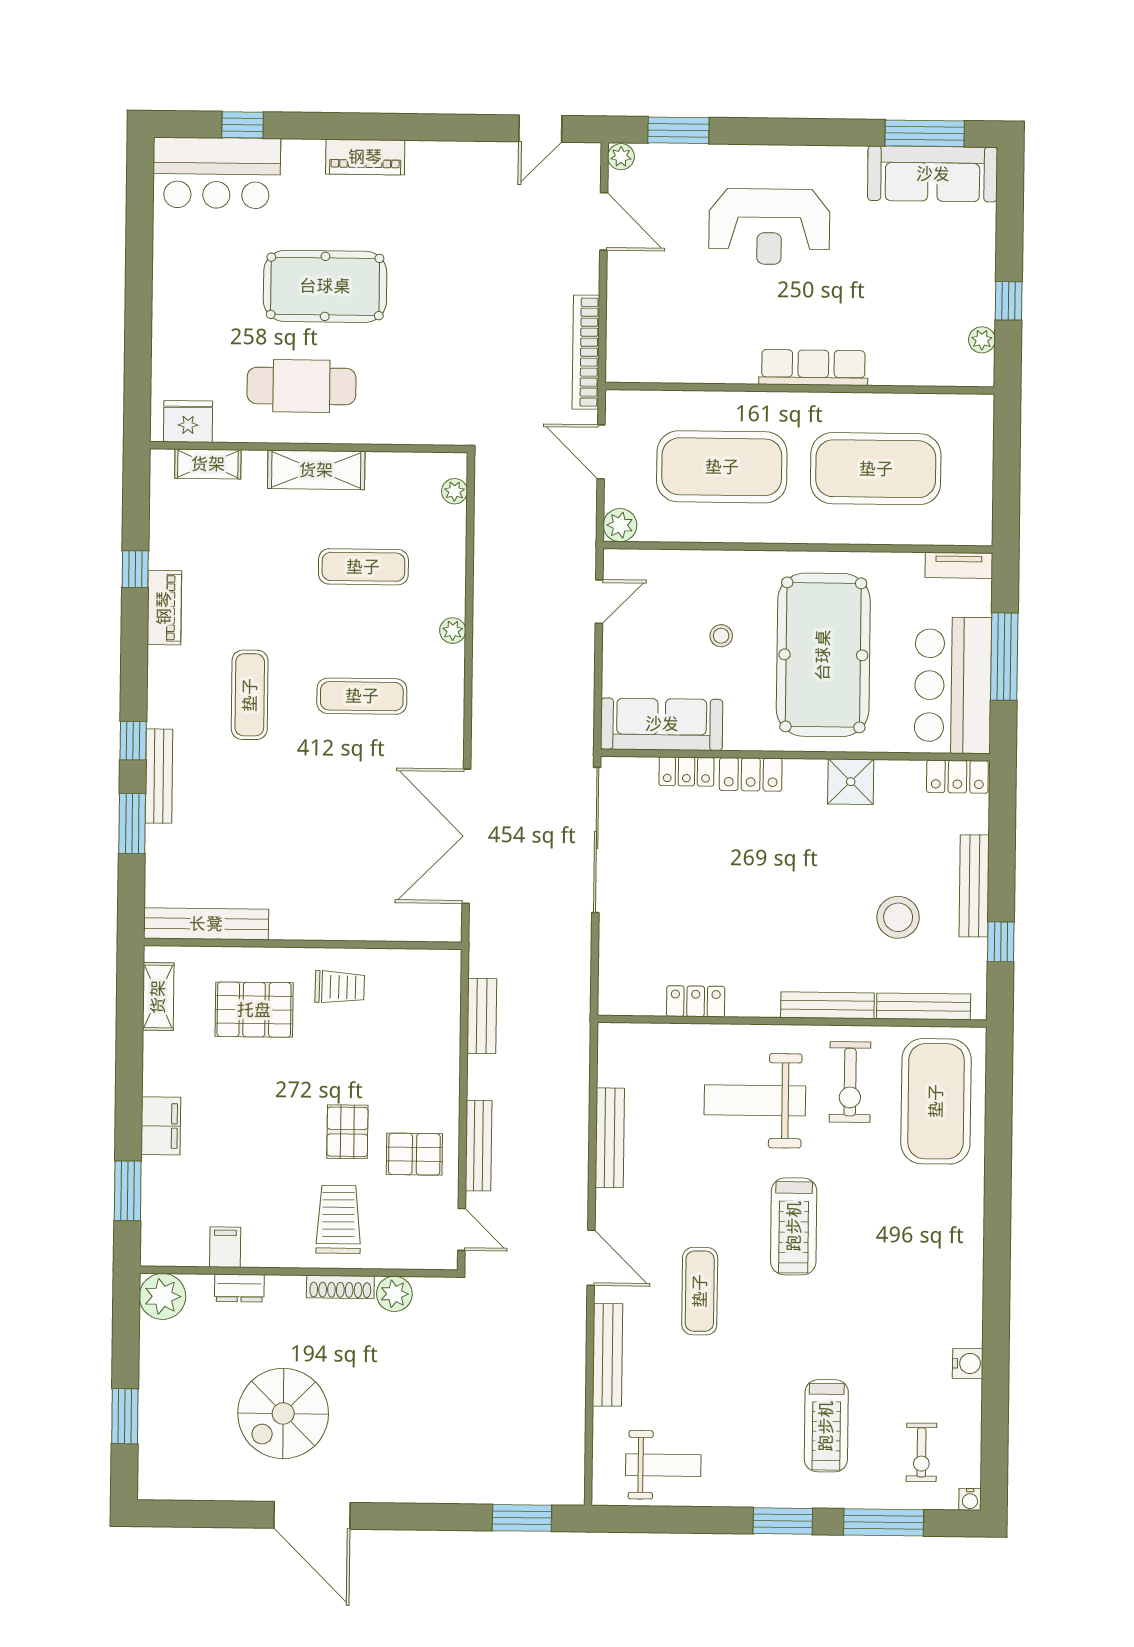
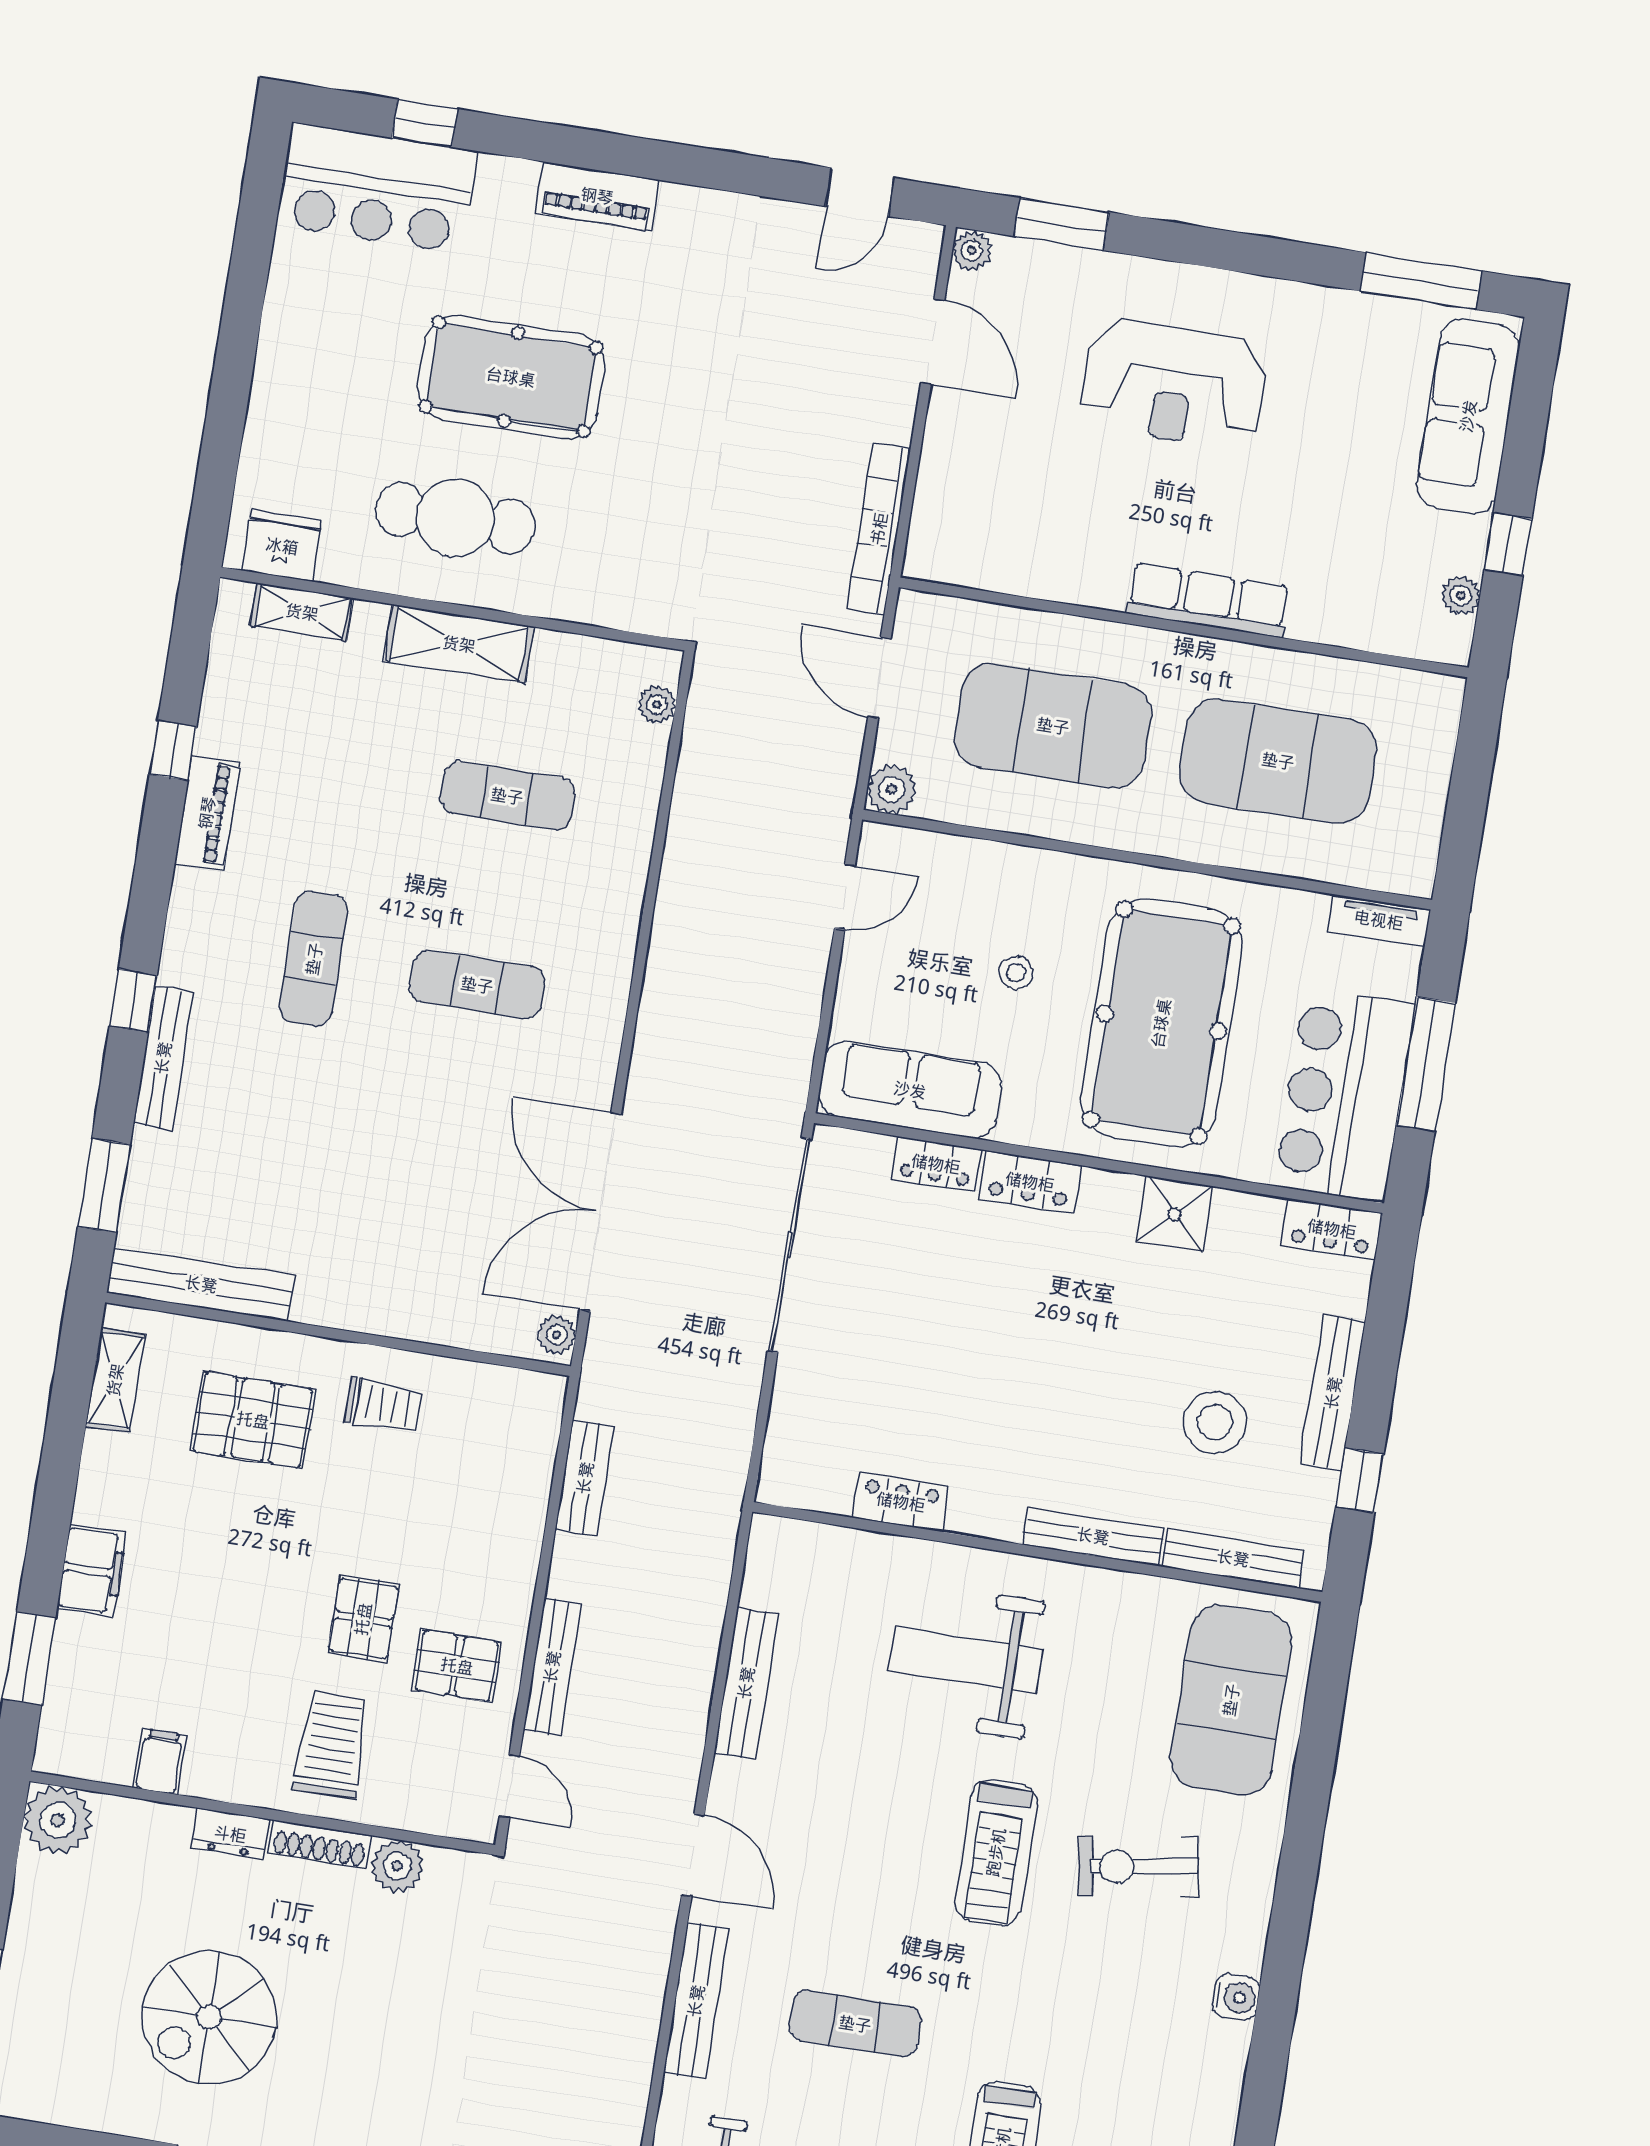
sofa: (933, 174) -> (1468, 416), moved, turned 90
plant: (453, 631) -> (557, 1335), moved
window: (132, 824) -> (104, 1185), moved
exercise bike: (850, 1082) -> (1138, 1866), moved, turned 81
dresser: (239, 1288) -> (230, 1834), moved
exercise mat: (700, 1291) -> (855, 2024), moved, turned 90
water cooler: (968, 1363) -> (1236, 1997), moved

